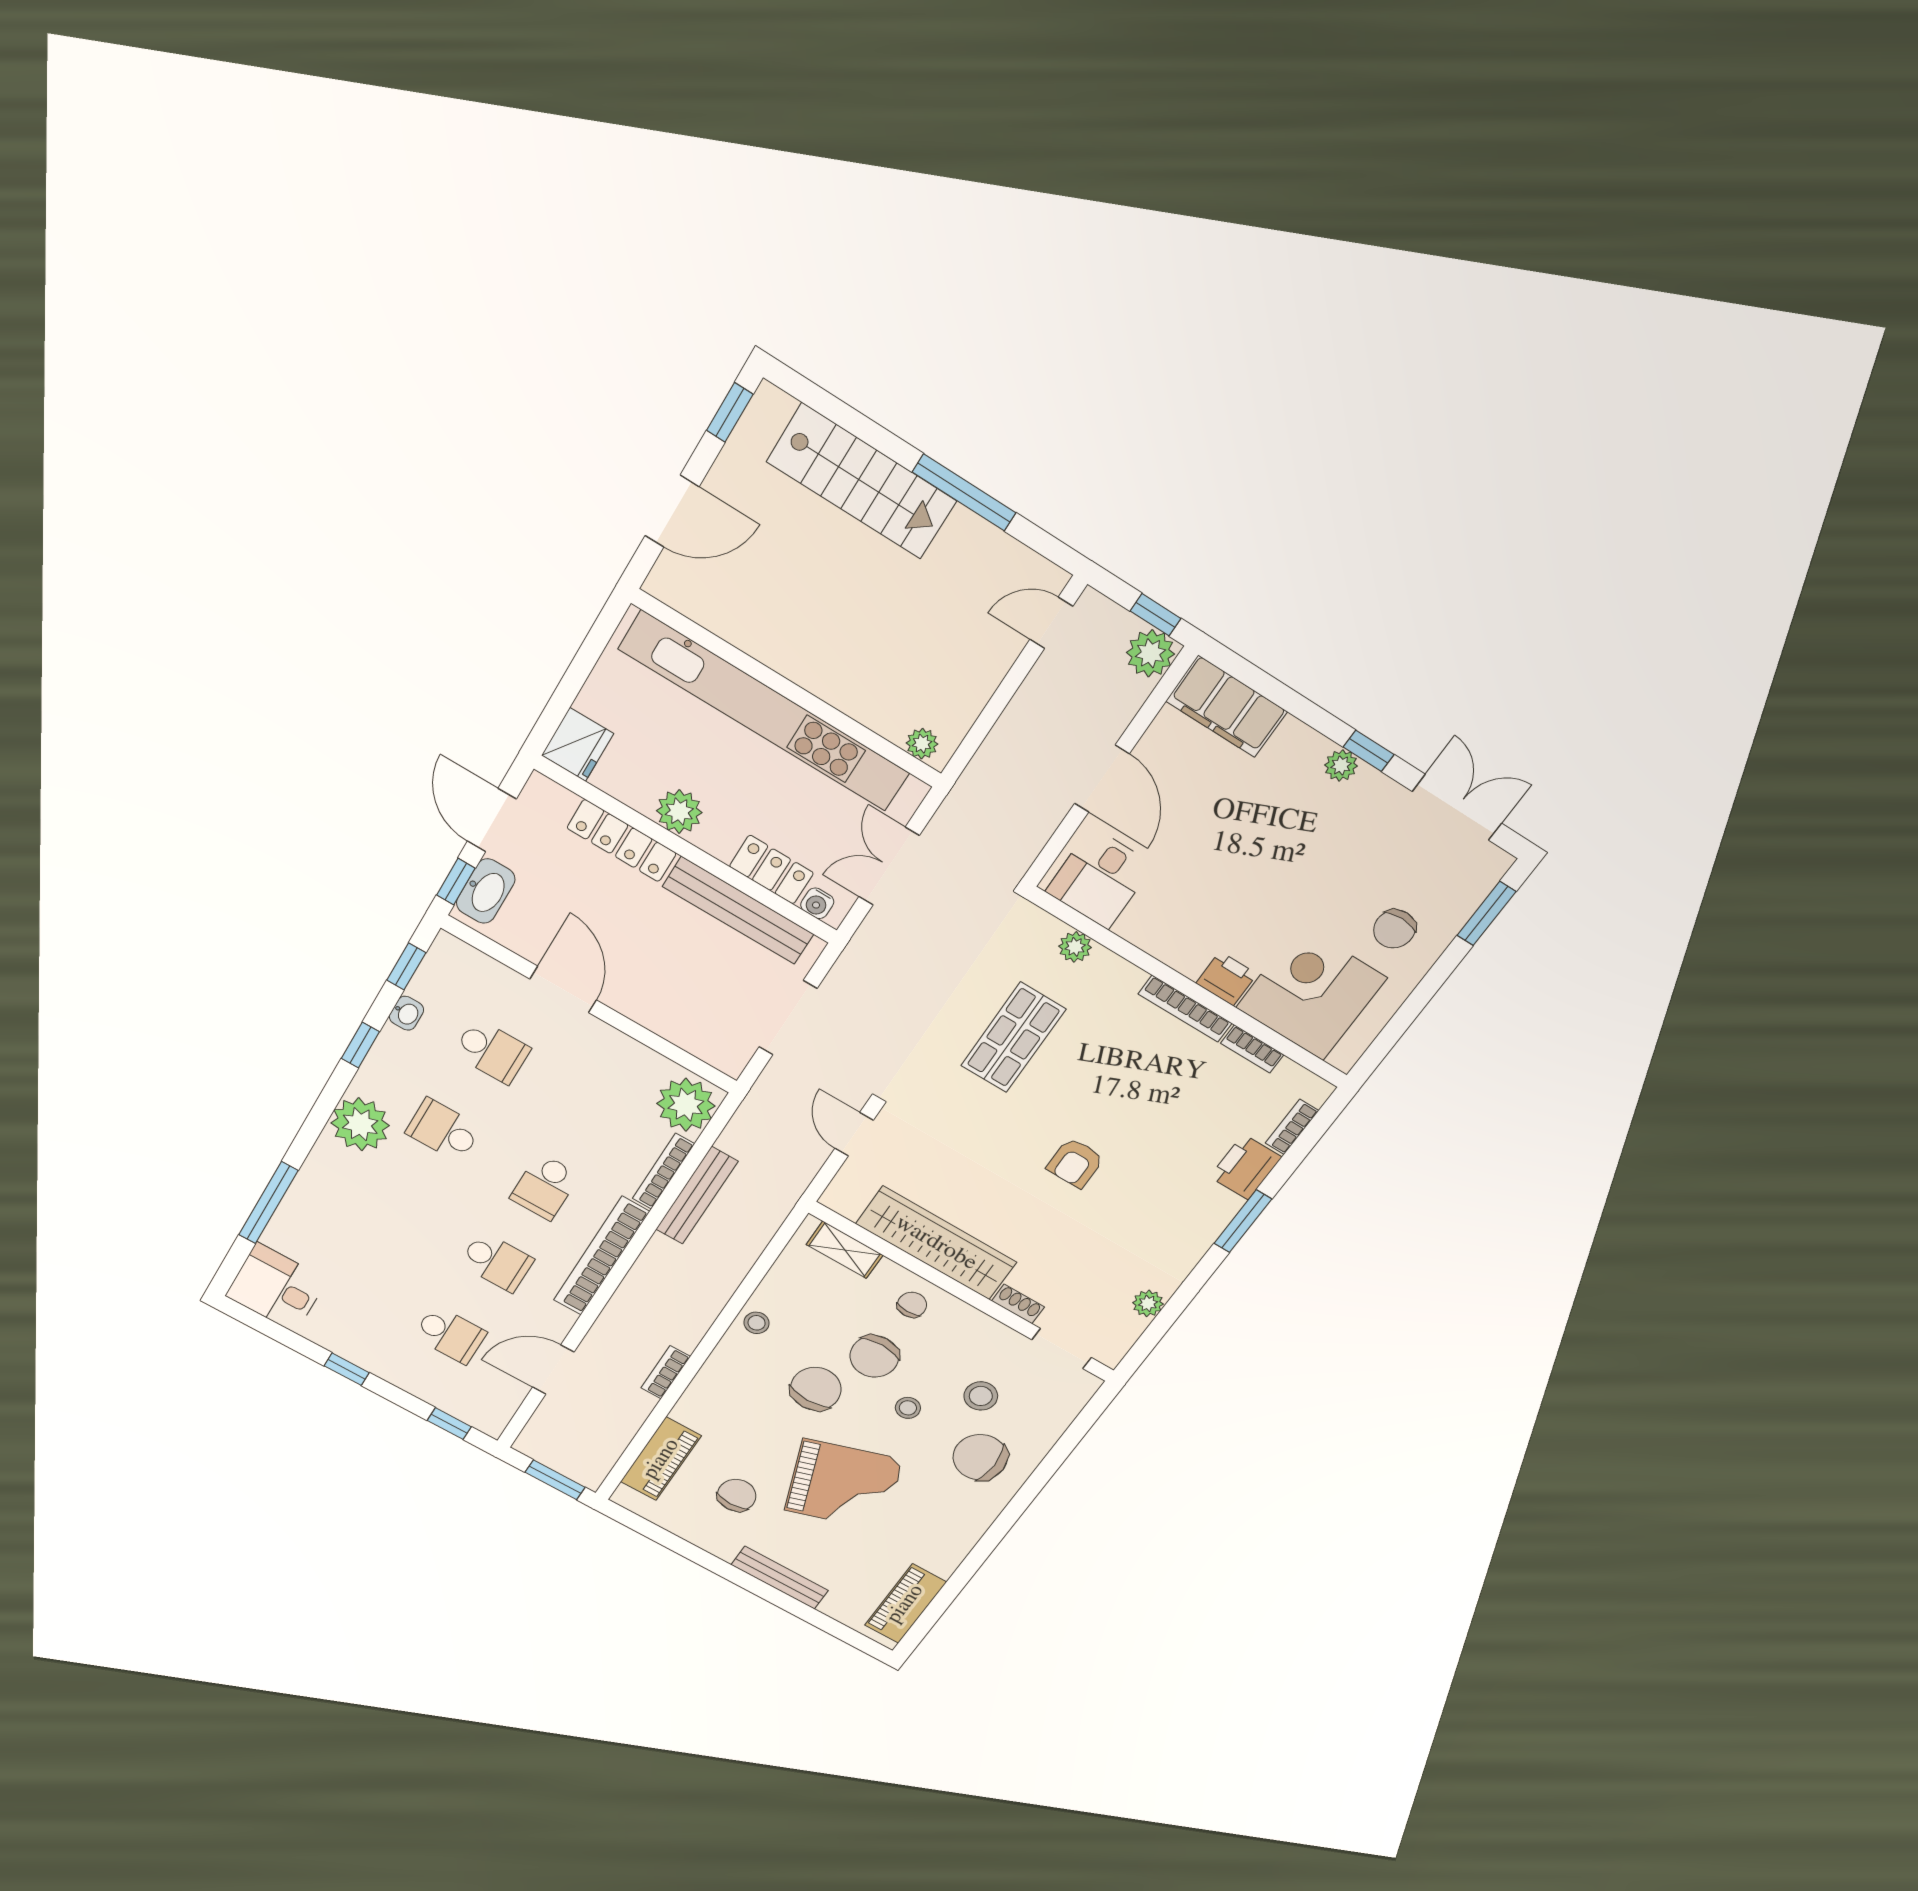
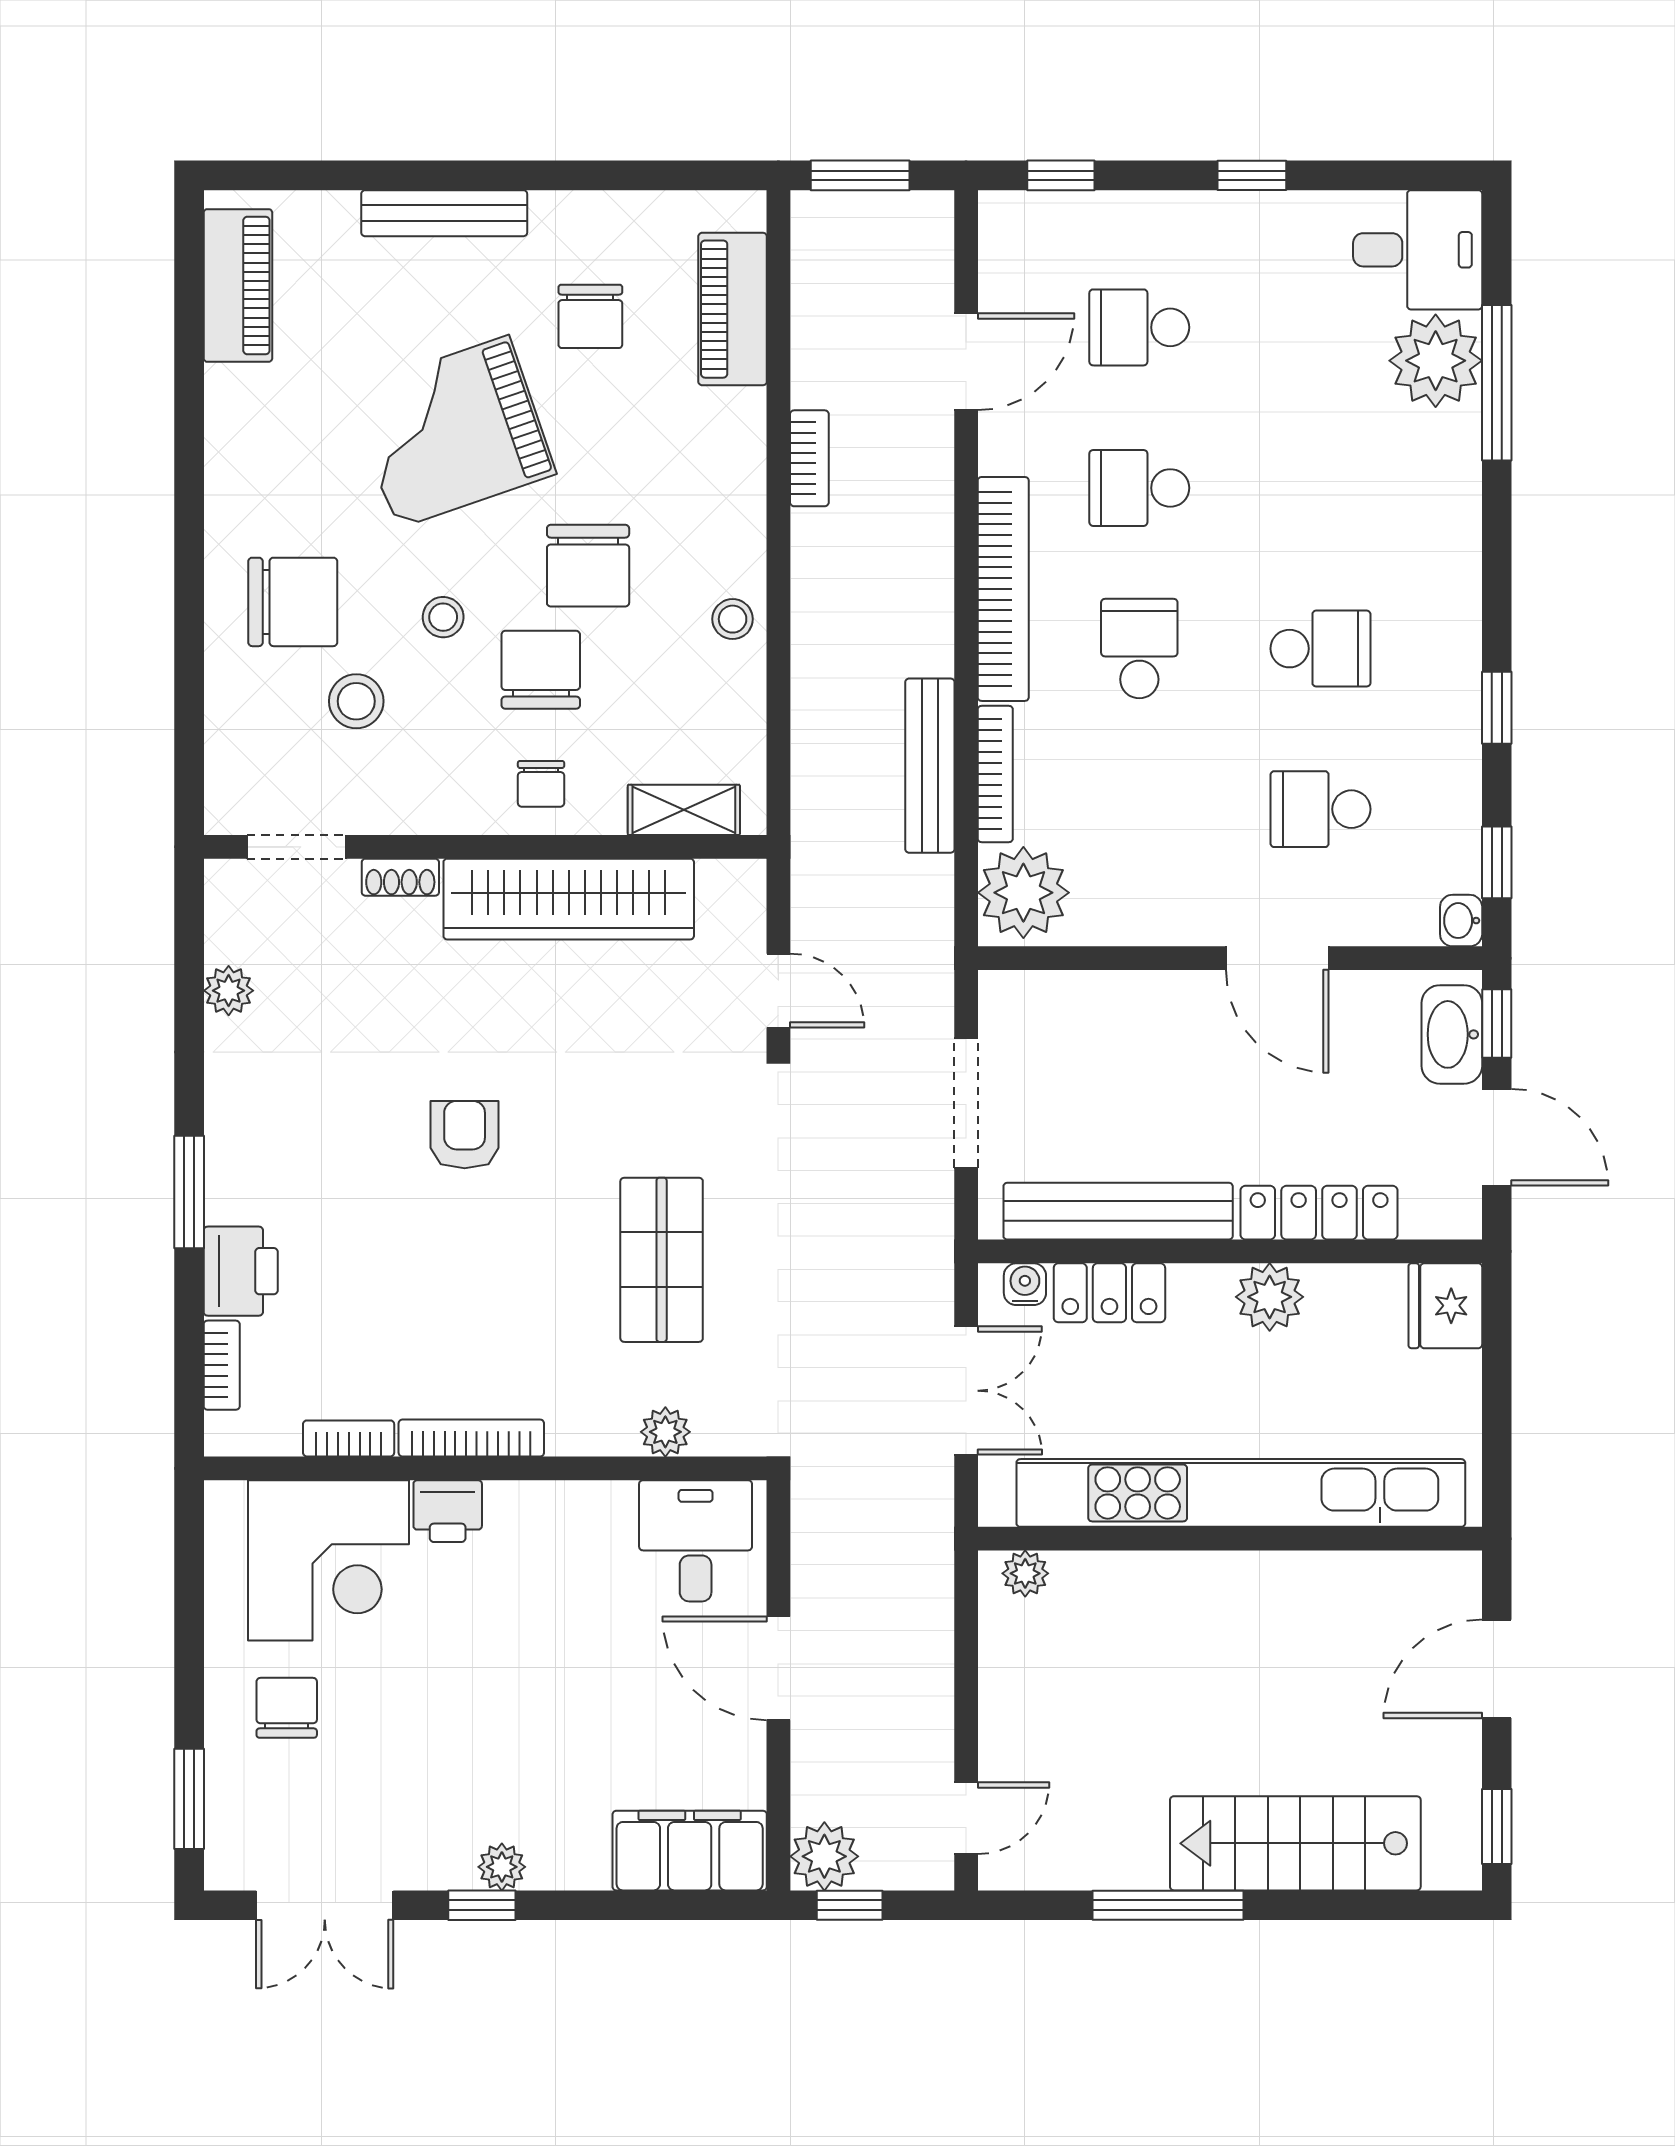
washbasin: (406, 1013) -> (1461, 921), moved
plant: (360, 1124) -> (1436, 361), moved

